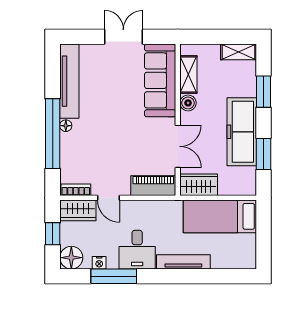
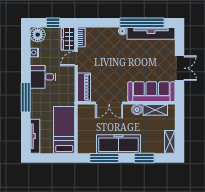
window: (53, 134) -> (142, 23), moved
window: (264, 154) -> (104, 158), width x1.44
wardrobe: (199, 185) -> (84, 116), removed
tv unit: (183, 262) -> (35, 136), moved
window: (114, 276) -> (26, 97), moved

